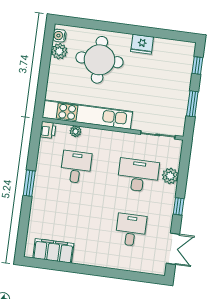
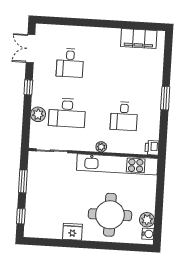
plant: (76, 131) -> (101, 147), moved

